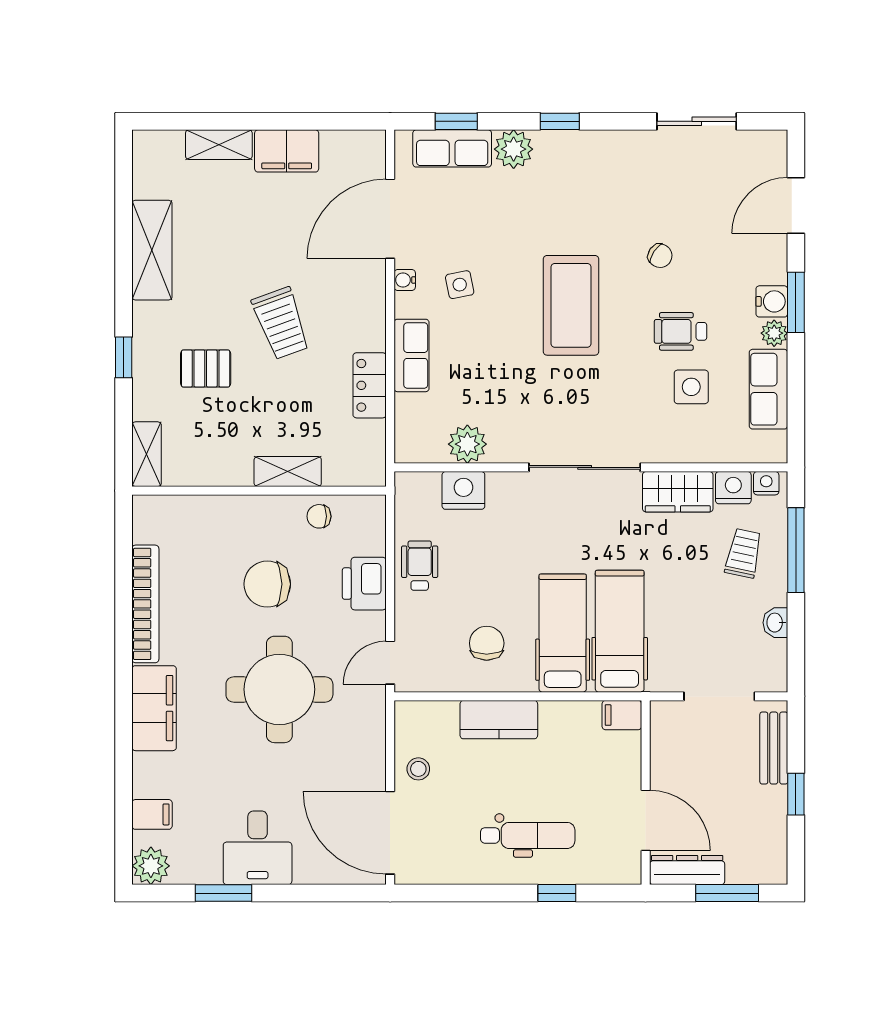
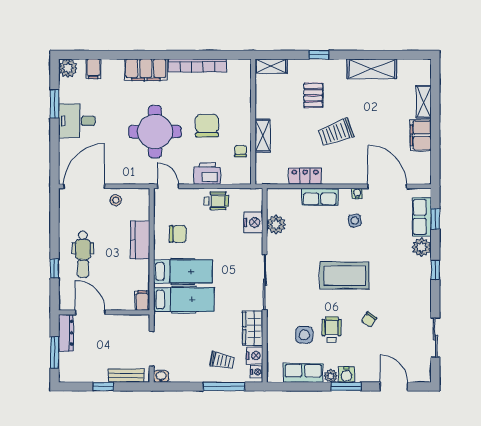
washbasin: (775, 623) -> (161, 376), moved
door: (646, 820) -> (90, 312), swing flipped

